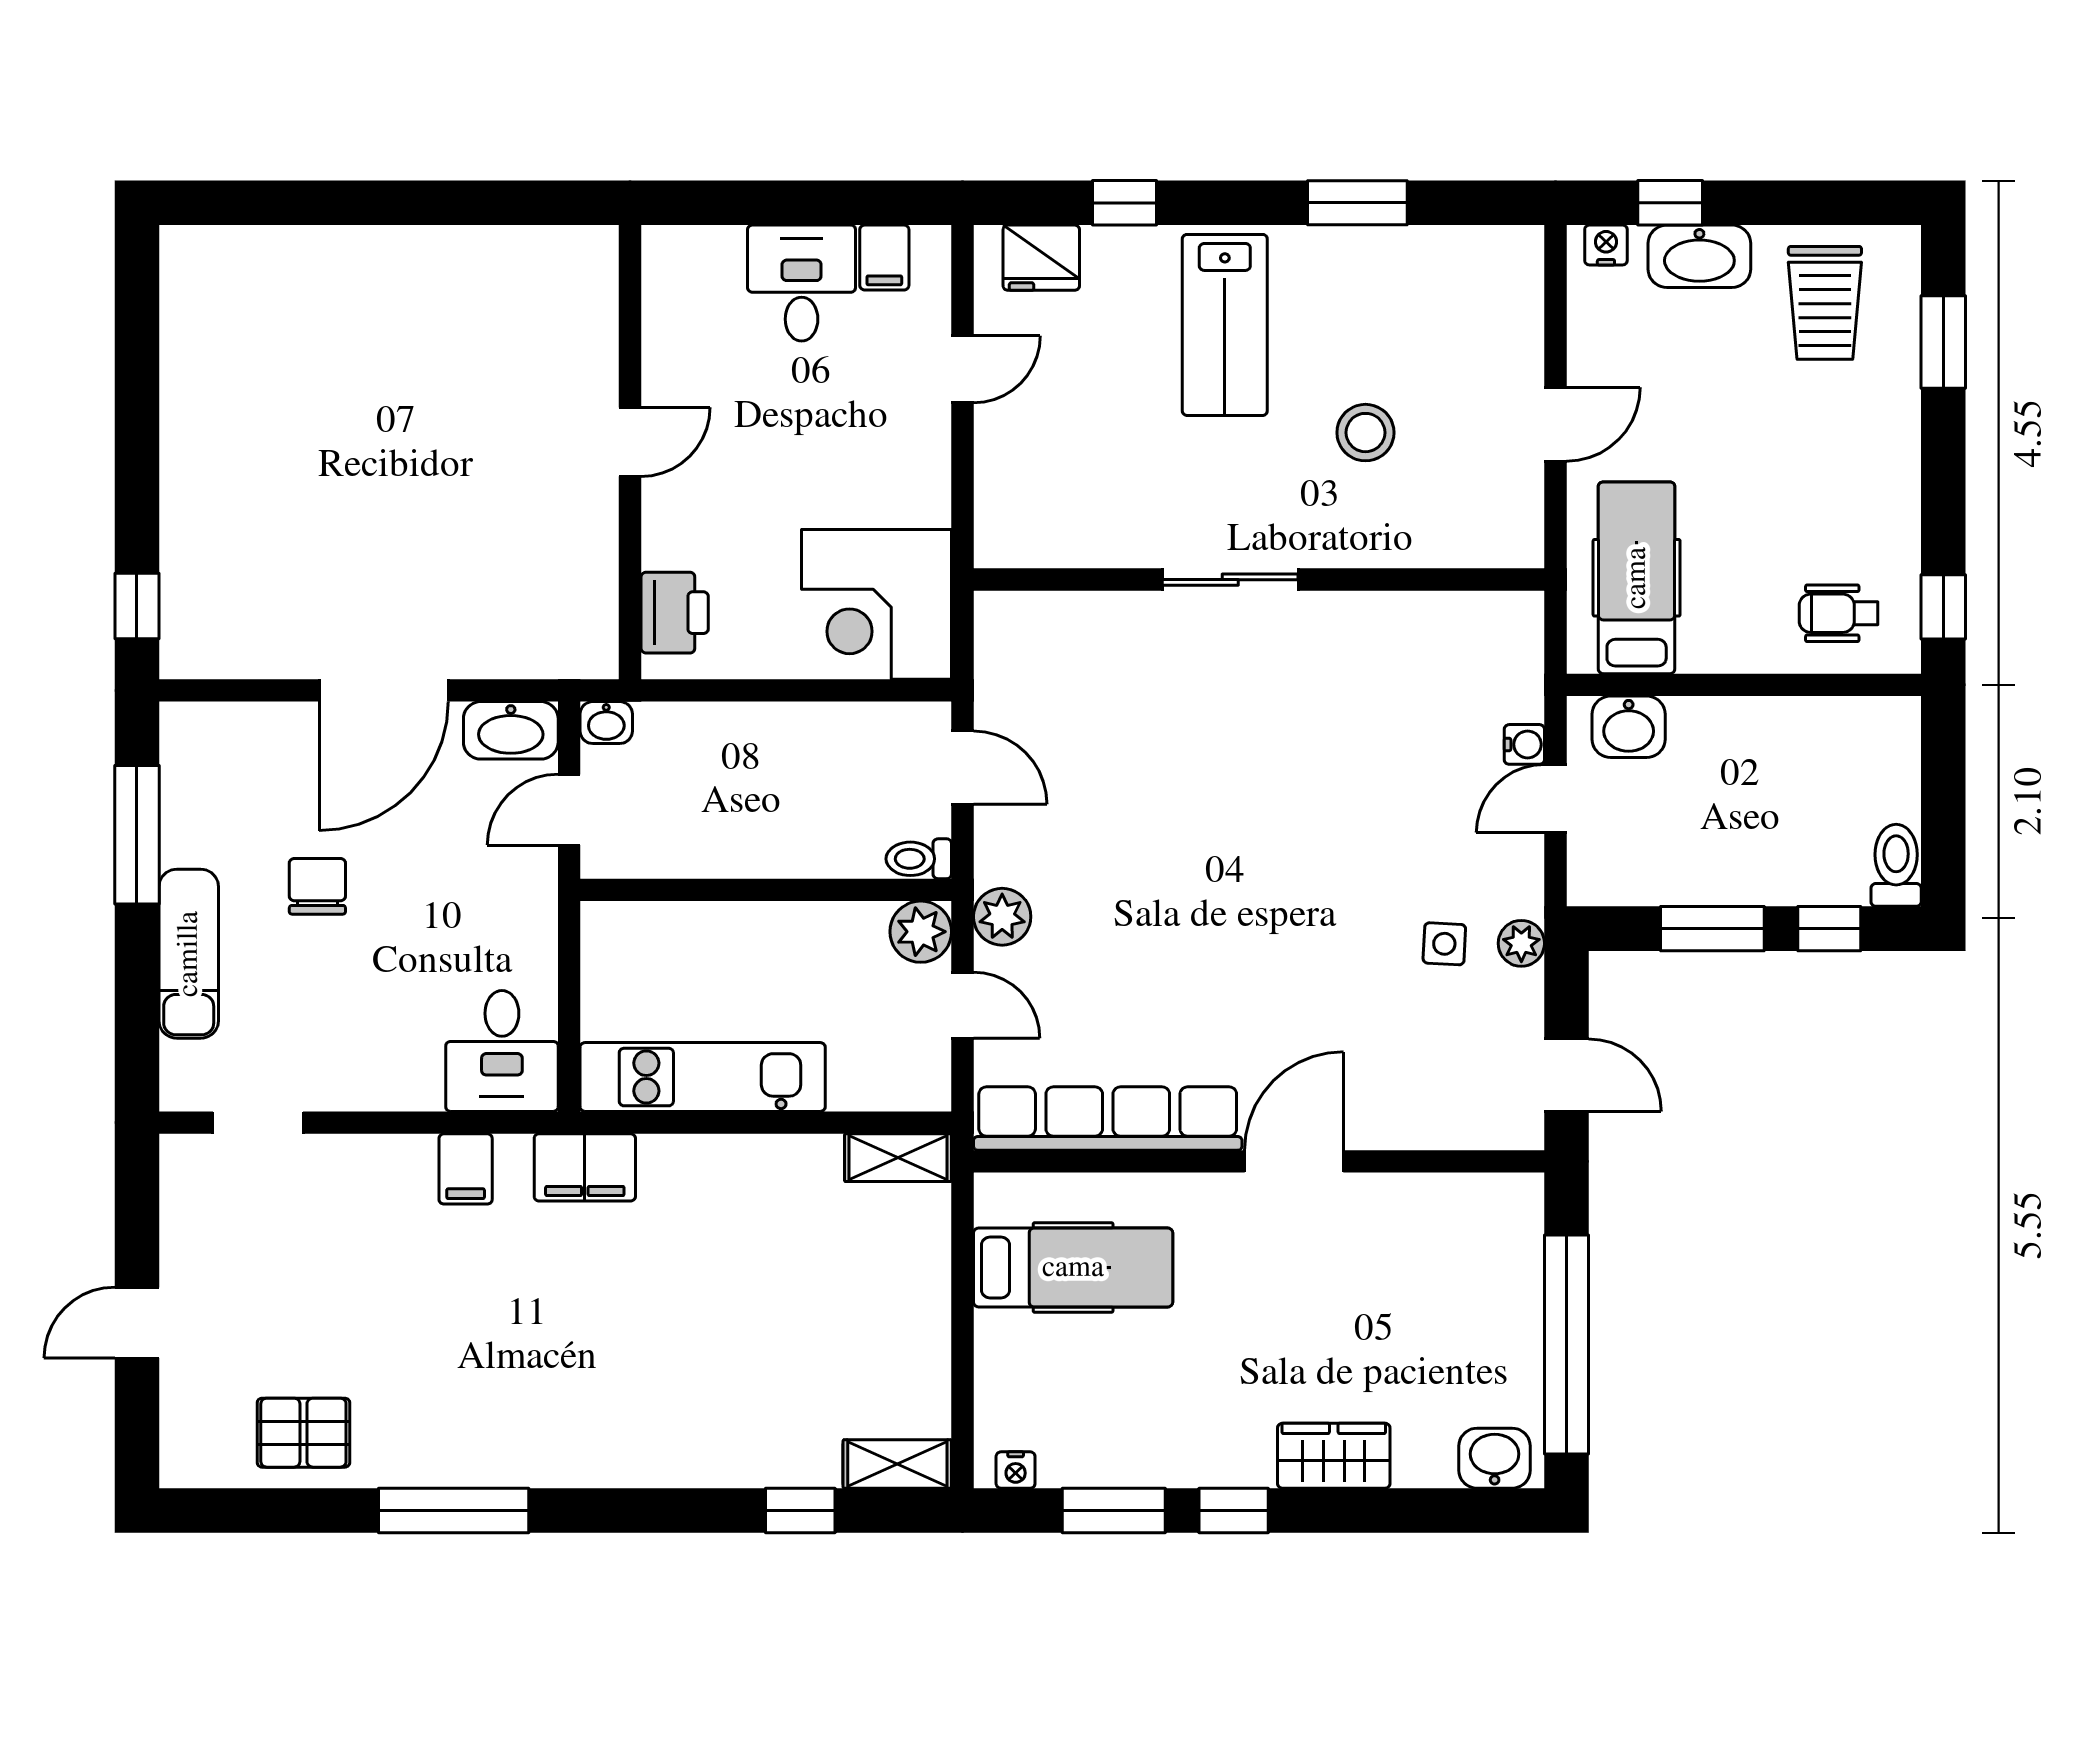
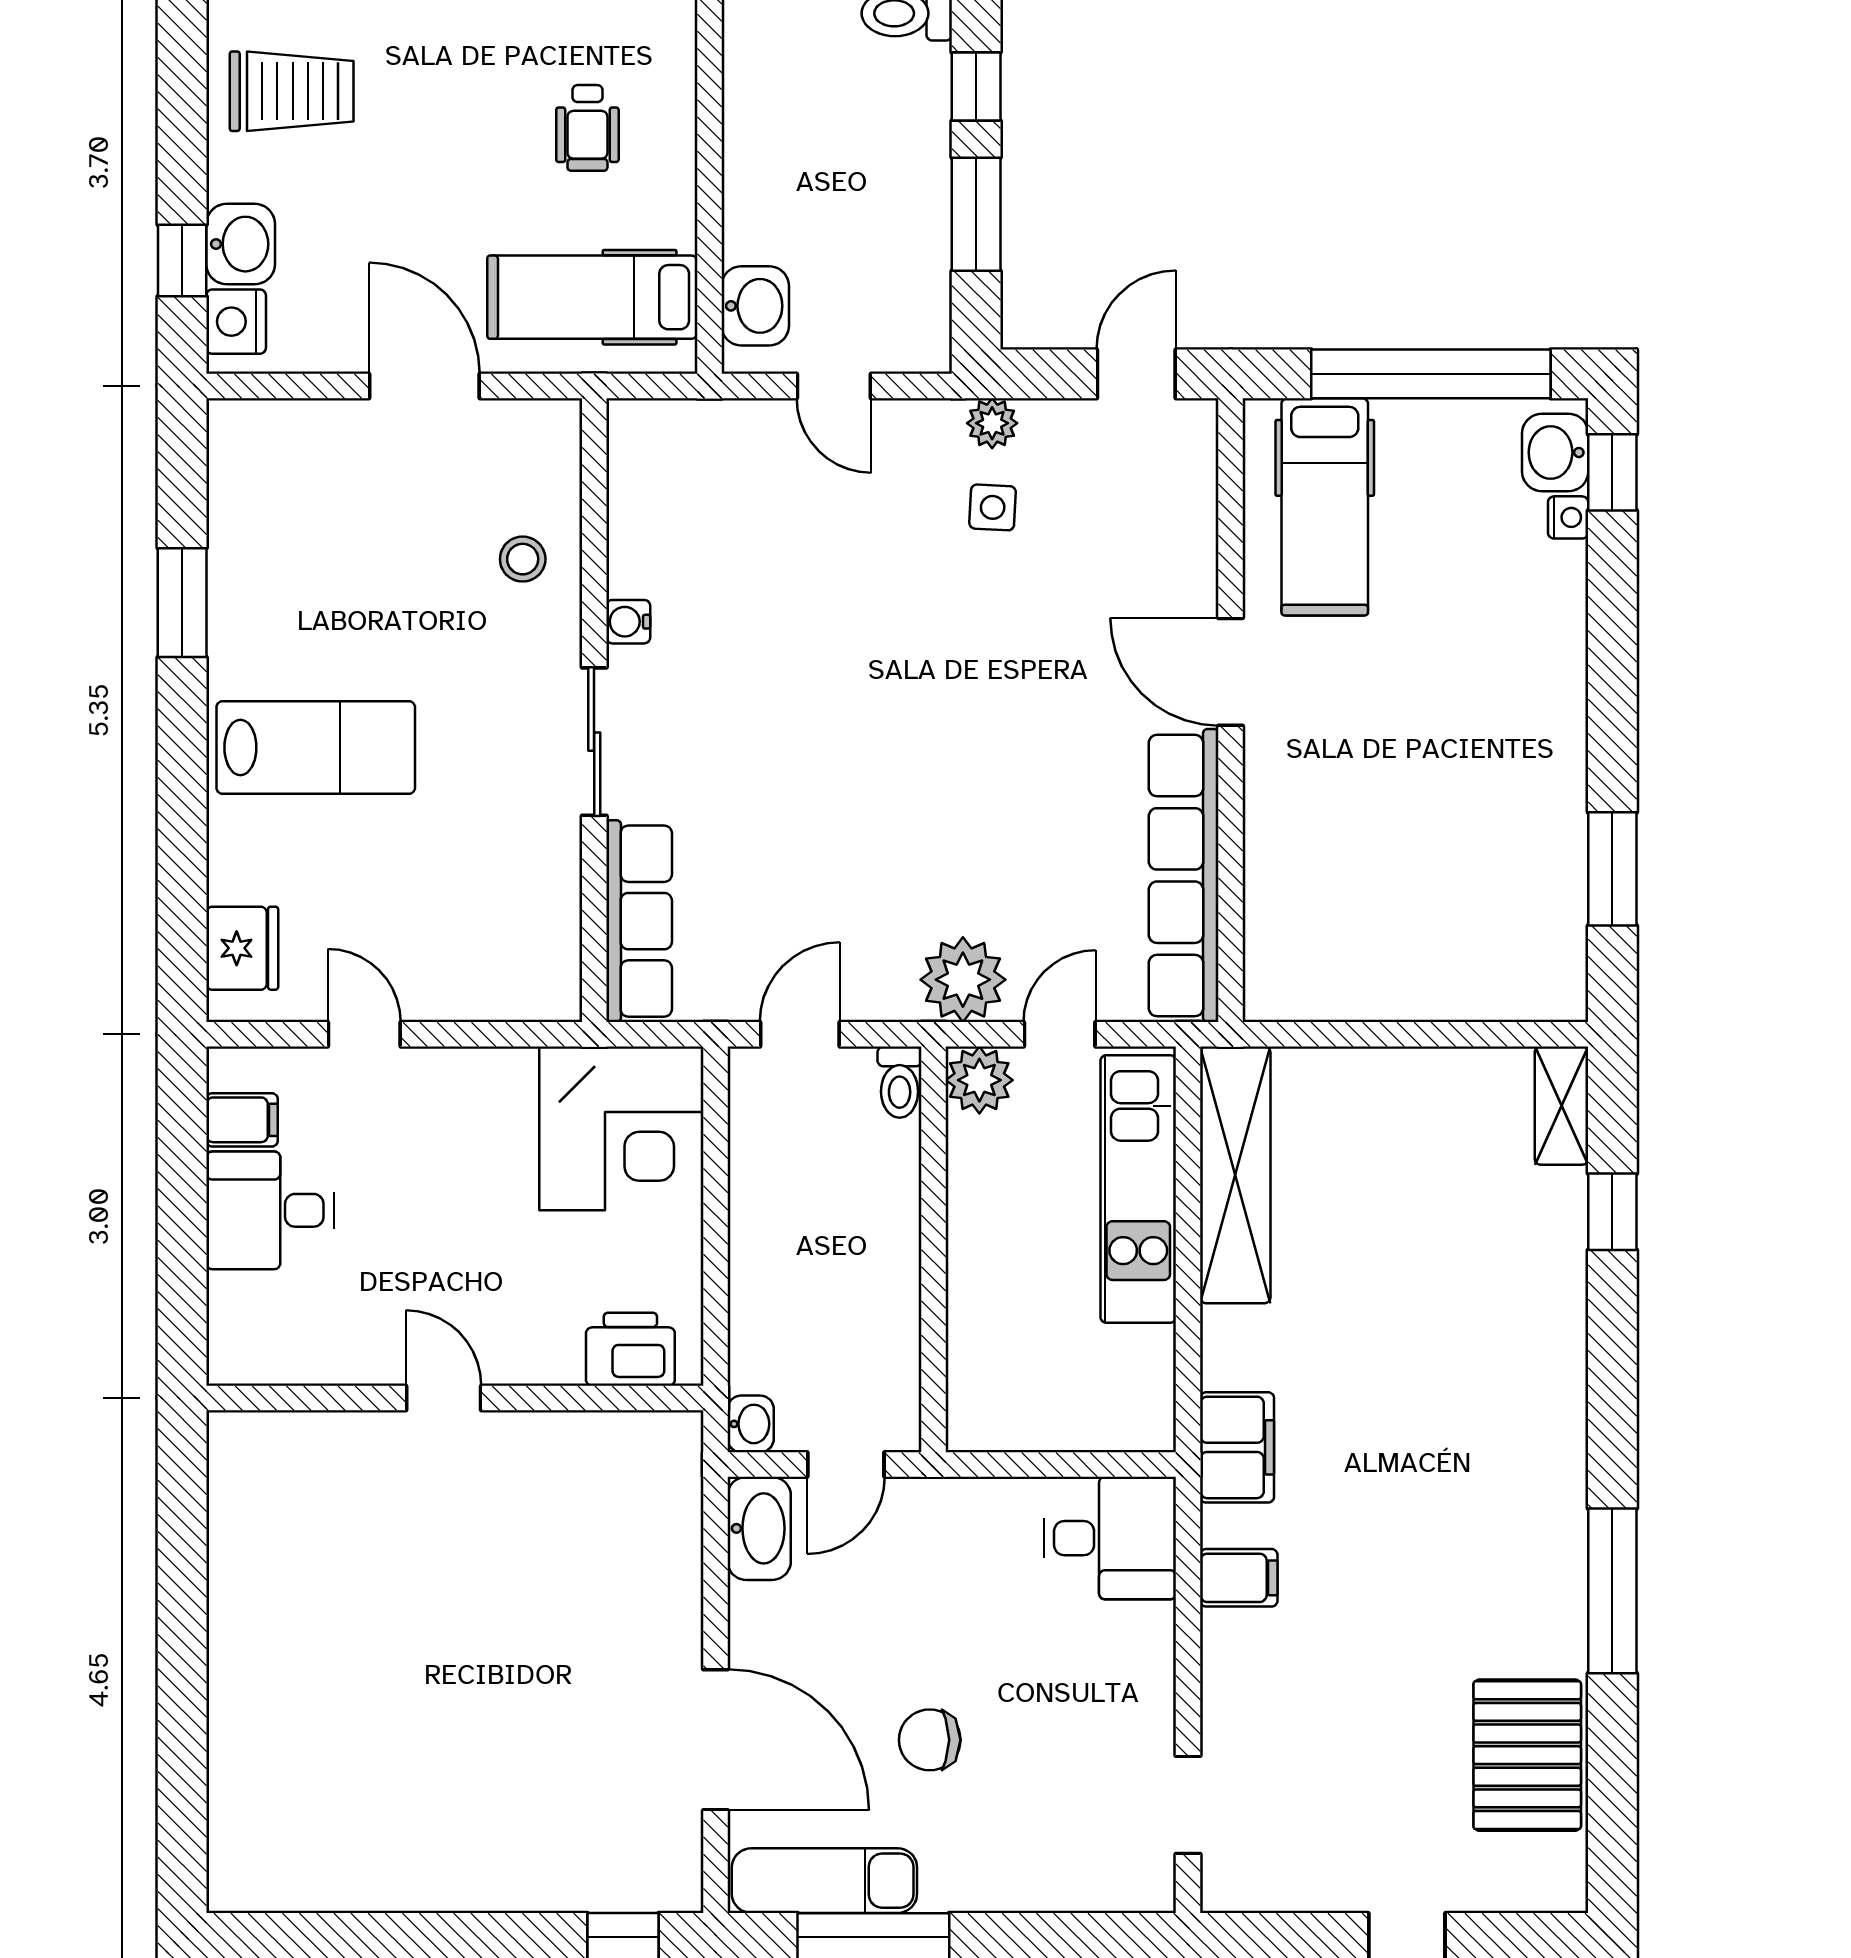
window: (1124, 203) -> (182, 857), removed
nightstand: (1606, 245) -> (236, 322), width x1.39, depth x1.35
washbasin: (1699, 256) -> (241, 244), width x0.72
door: (1555, 424) -> (424, 386), width x1.38
stool: (1365, 433) -> (523, 559), moved, width x0.73, depth x0.73
wheelchair: (1839, 613) -> (587, 128), moved
row of seats: (1066, 621) -> (639, 921), added
door: (384, 690) -> (715, 1740), moved
water cooler: (1524, 744) -> (628, 622), moved, turned -90
door: (569, 810) -> (846, 1465), hinge flipped
plant: (1002, 917) -> (963, 980), width x1.36, depth x1.36
exam couch: (189, 954) -> (824, 1881), moved
kitchen unit: (703, 1077) -> (1138, 1189), moved
shelving: (898, 1158) -> (1235, 1175), width x2.20, depth x1.33
hospital bed: (1073, 1268) -> (1325, 507), moved, turned 180
pallet: (303, 1433) -> (1527, 1755), width x1.50, depth x1.42
wardrobe: (1334, 1456) -> (1552, 628), removed
nightstand: (1016, 1470) -> (1568, 517), moved
window: (1234, 1510) -> (1612, 472), moved

